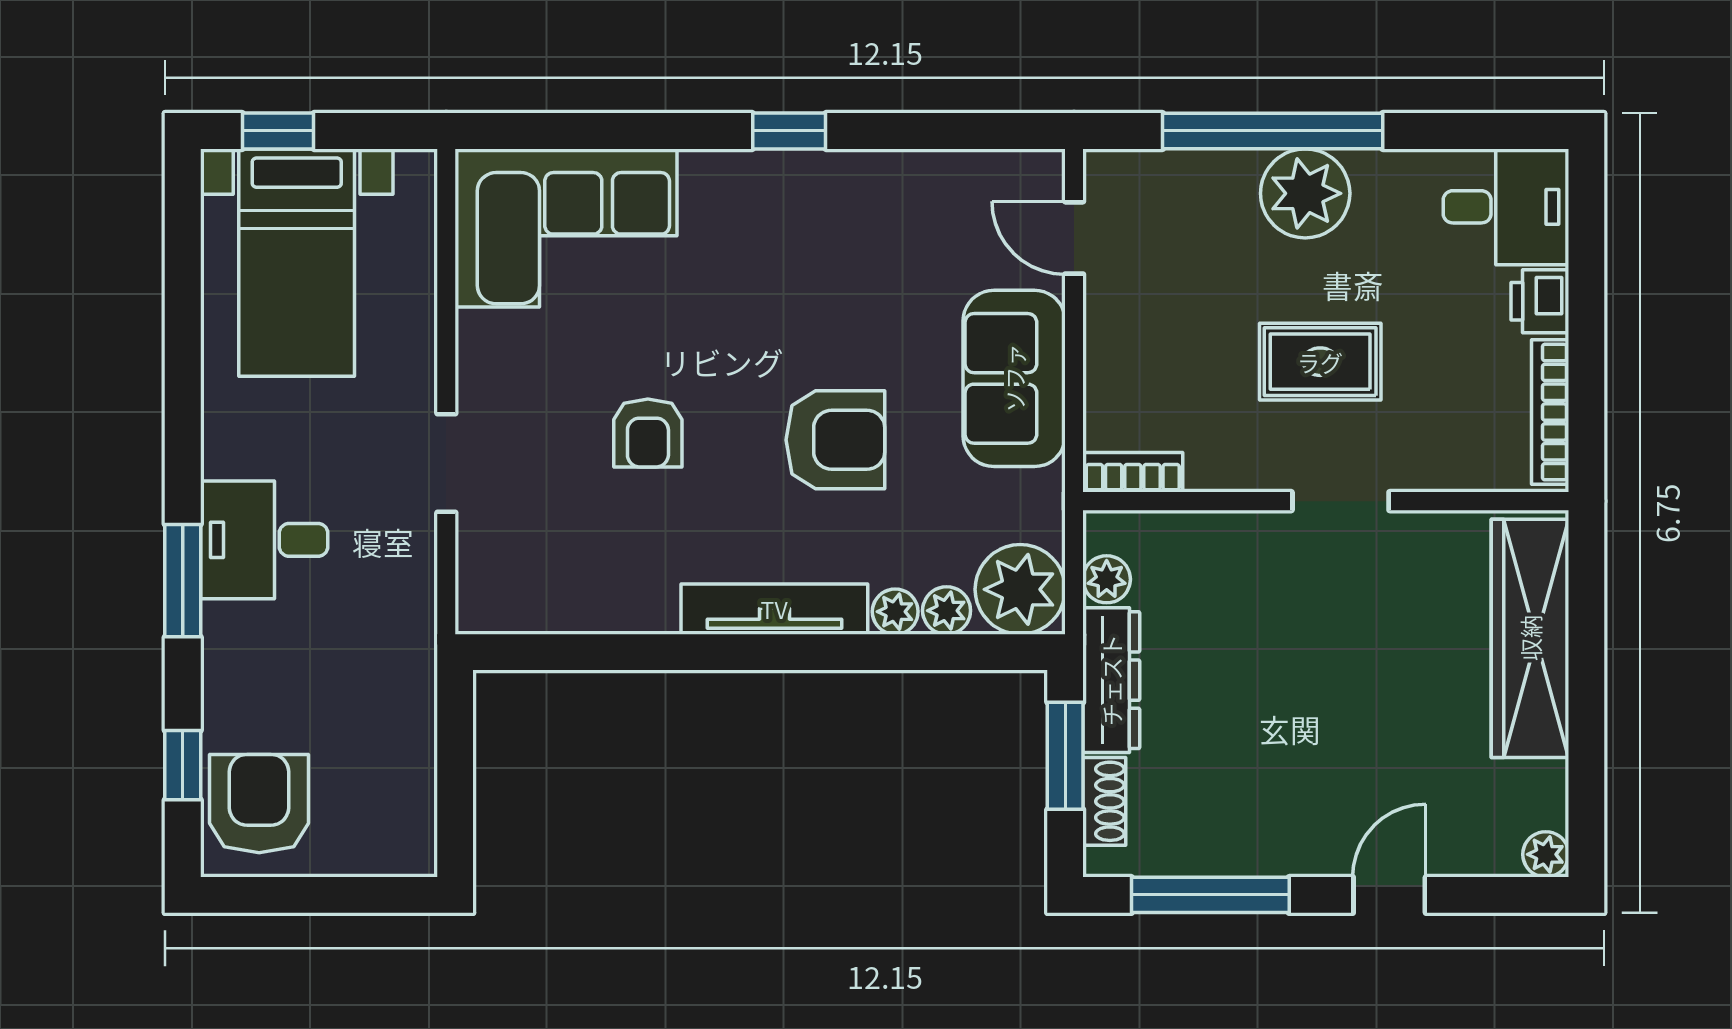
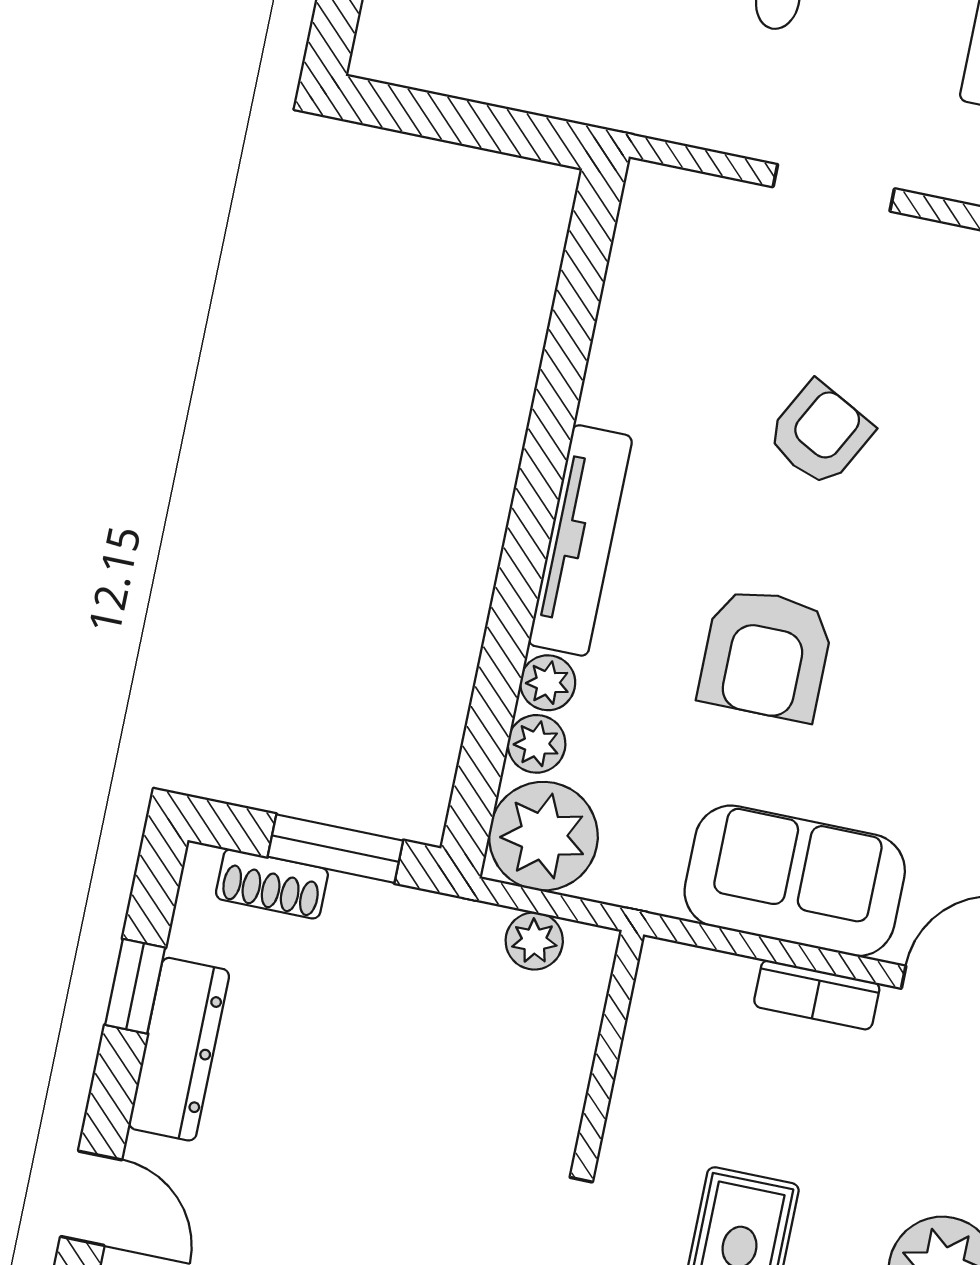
armchair: (648, 433) -> (820, 434), turned 118
bookcase: (1133, 472) -> (817, 995), moved, turned 90
dresser: (1111, 680) -> (179, 1049), moved, turned -90
window: (1210, 895) -> (135, 986), width x0.46

